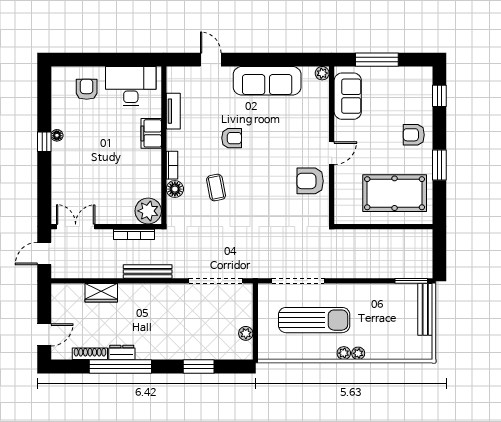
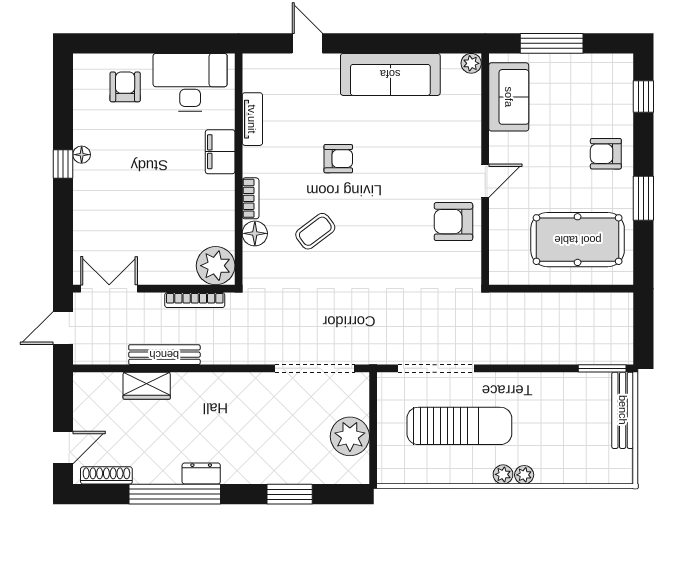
coffee table: (216, 188) -> (315, 231), turned 64
bench: (148, 272) -> (164, 355), moved
plant: (246, 333) -> (350, 436), width x1.88, depth x1.88
dresser: (122, 352) -> (201, 473), moved
shoe rack: (90, 354) -> (106, 475), moved

